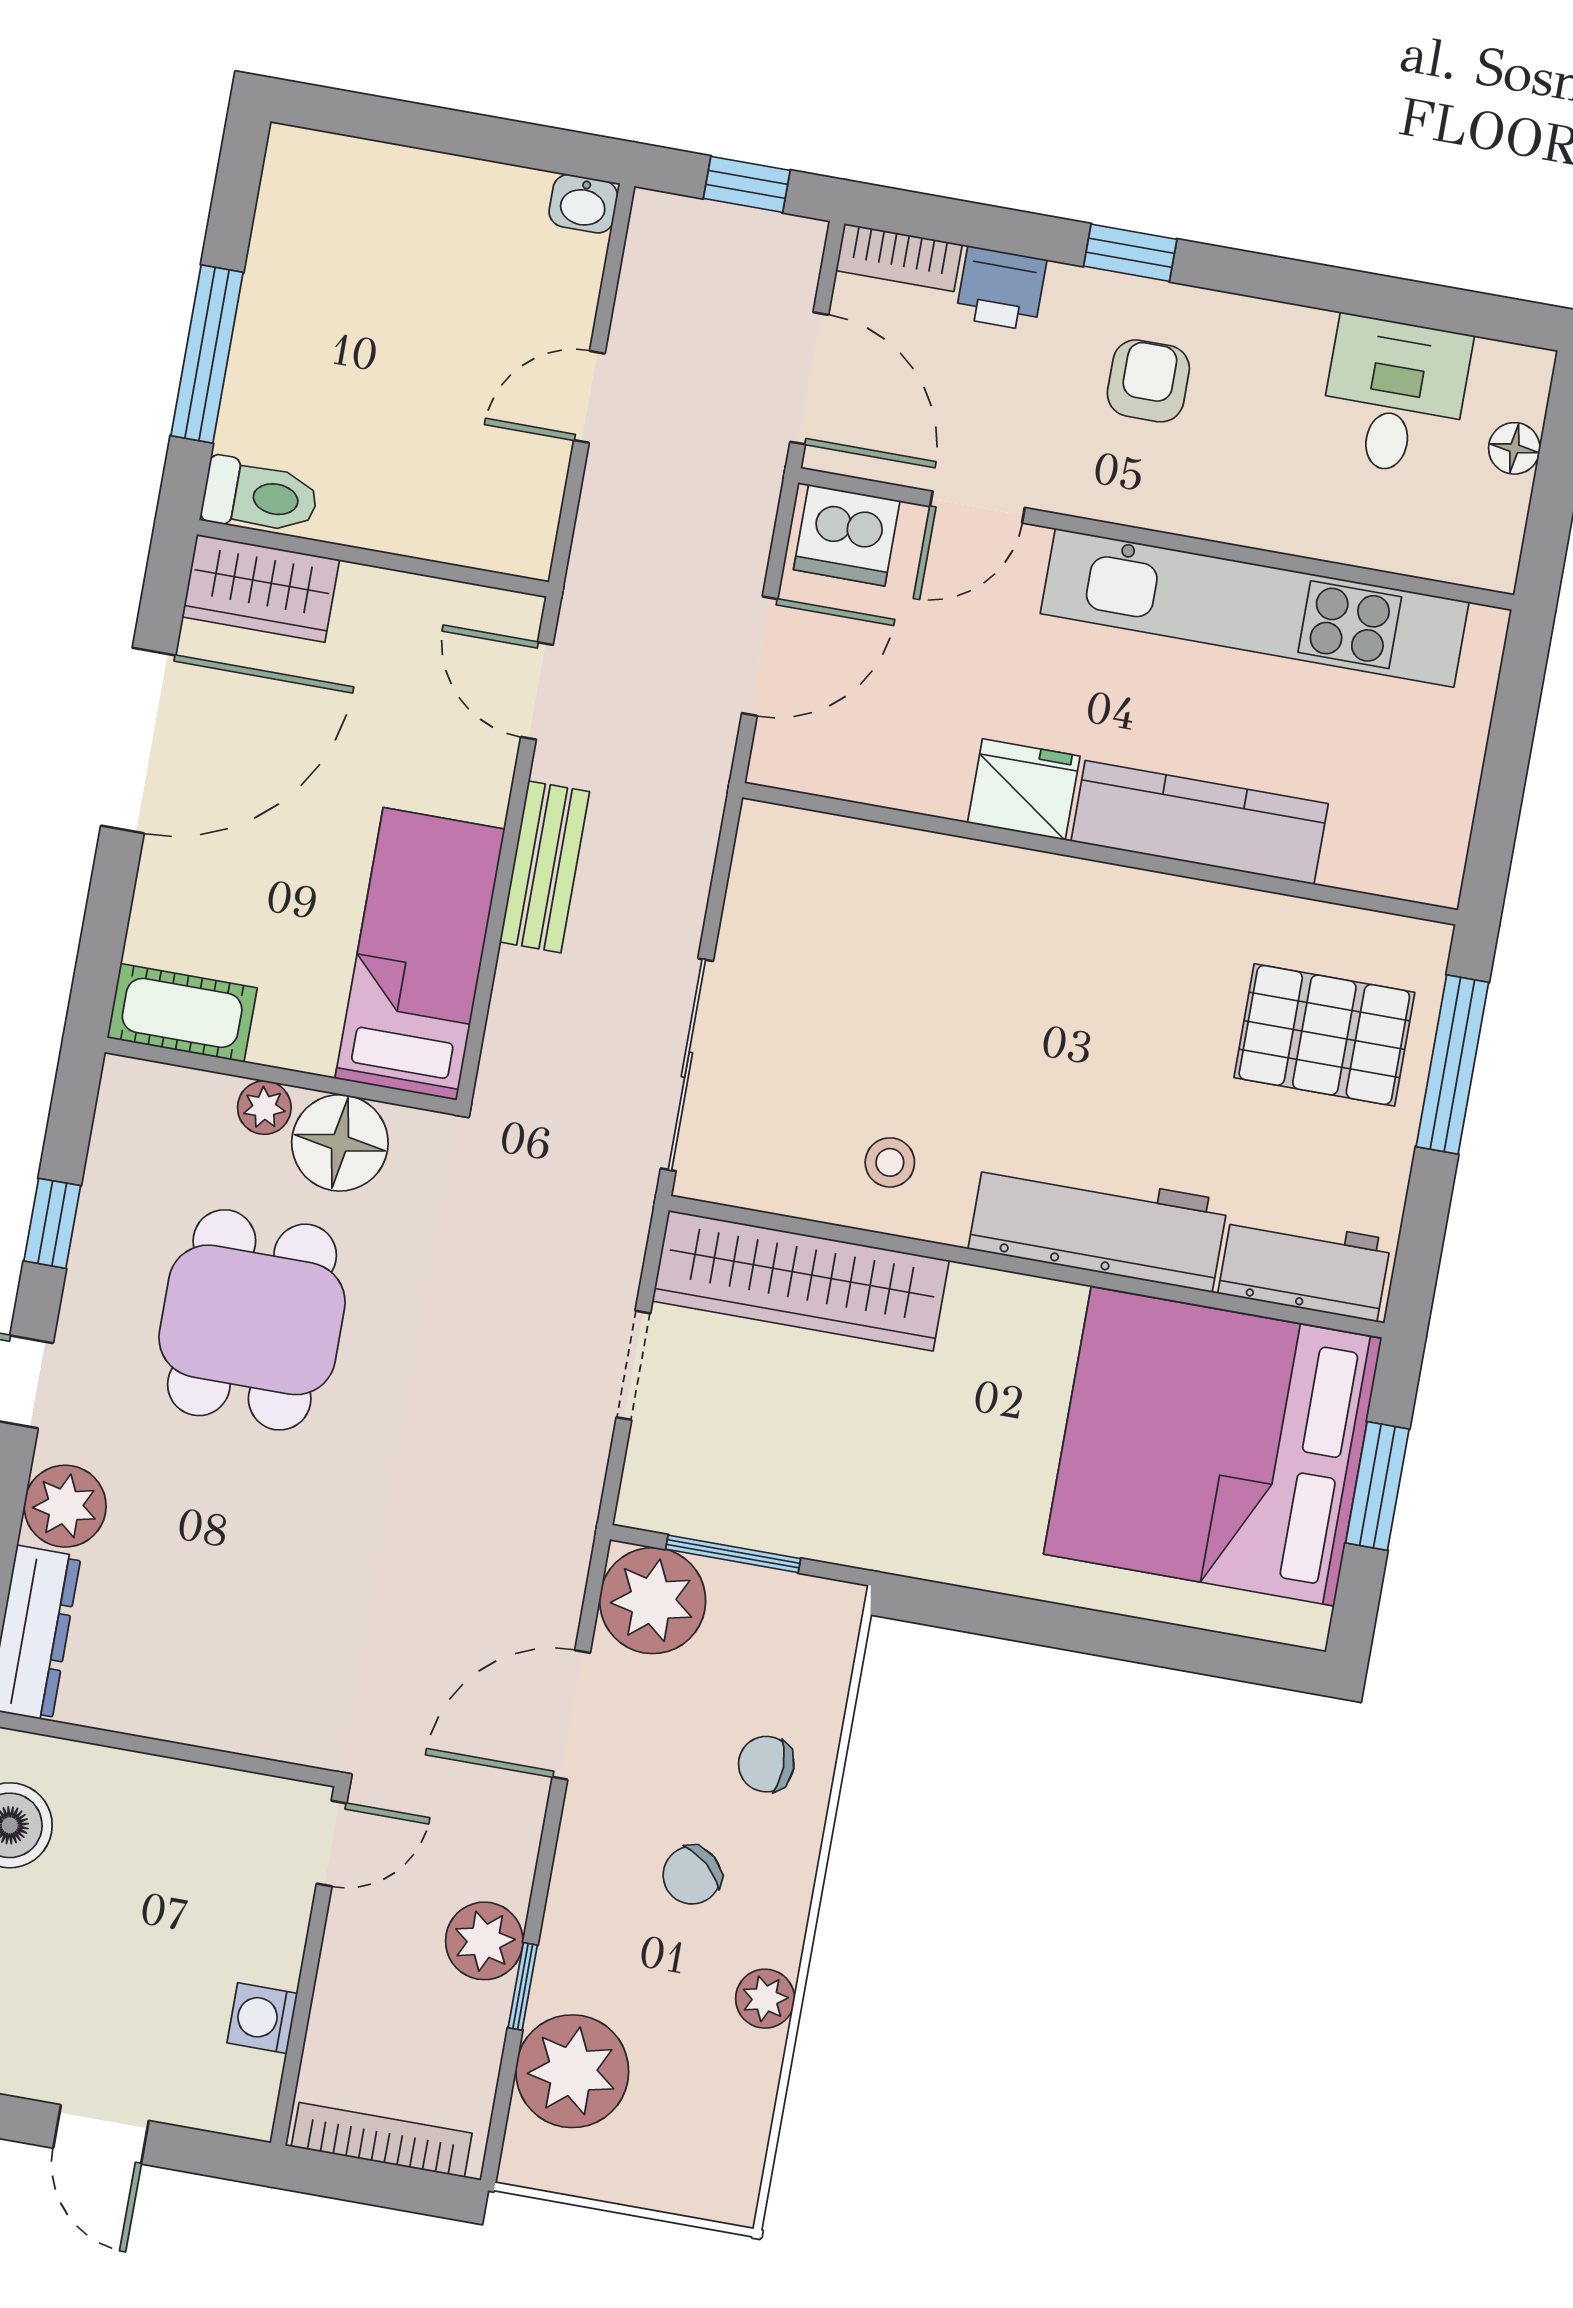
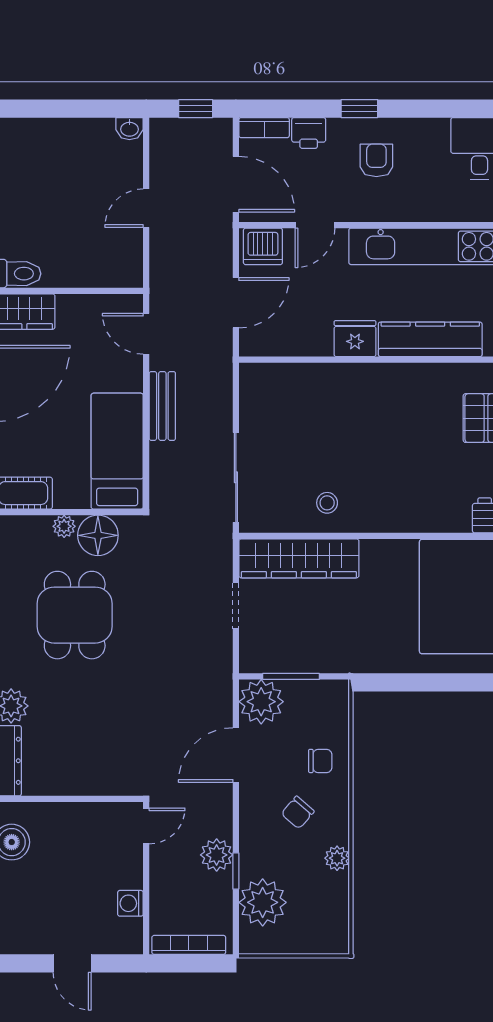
workbench: (1098, 1225) -> (418, 513), removed
chair: (766, 1764) -> (320, 761), turned 180

